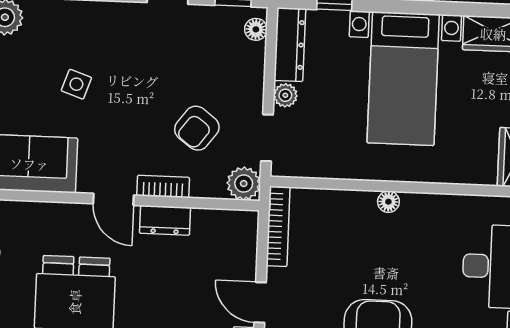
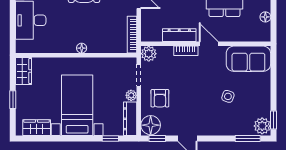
floor lamp: (256, 29) -> (151, 125), width x1.89, depth x1.89
armchair: (197, 128) -> (160, 98), moved, turned 143
dresser: (165, 220) -> (179, 35), width x1.44

